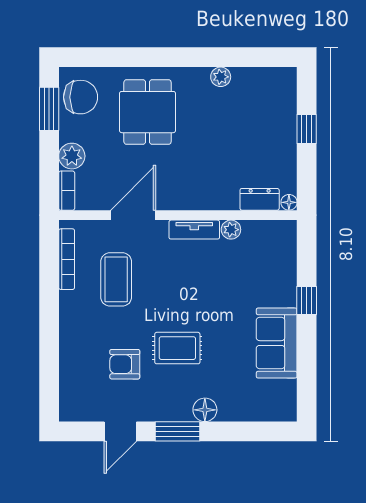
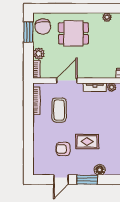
chair: (81, 97) -> (43, 27), turned 83
dining table: (148, 112) -> (73, 33), turned 90

